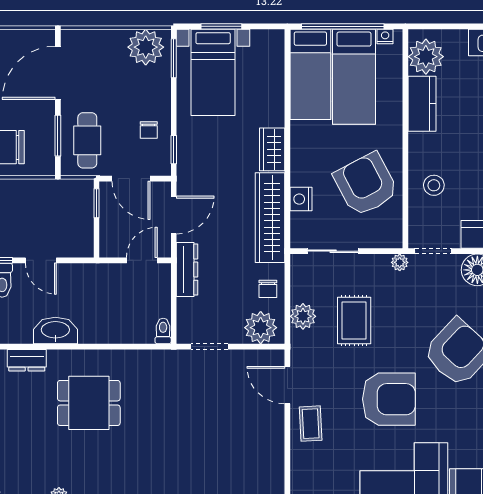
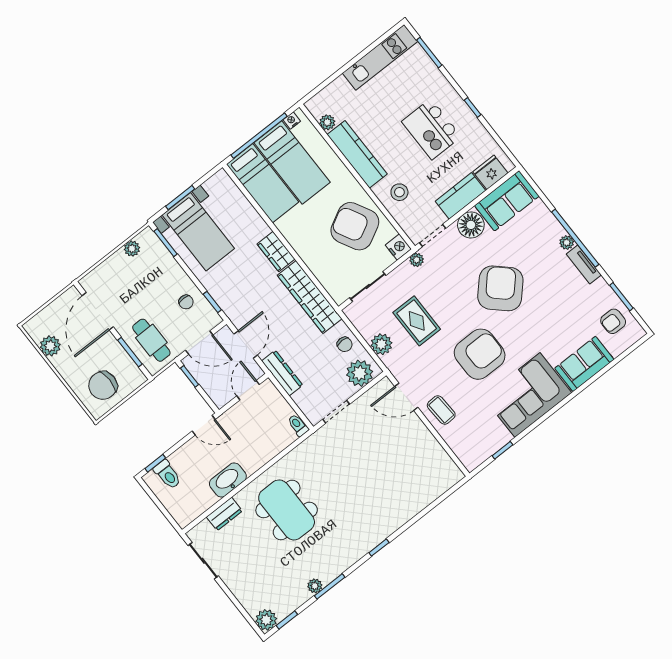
plant: (146, 47) -> (132, 249), width x0.53, depth x0.53
plant: (426, 57) -> (327, 122), width x0.53, depth x0.53
kitchen counter: (422, 104) -> (357, 154), width x1.50
nightstand: (301, 199) -> (398, 247), moved, turned 180
door: (41, 260) -> (204, 425), moved
dining table: (89, 403) -> (287, 510), width x1.38

